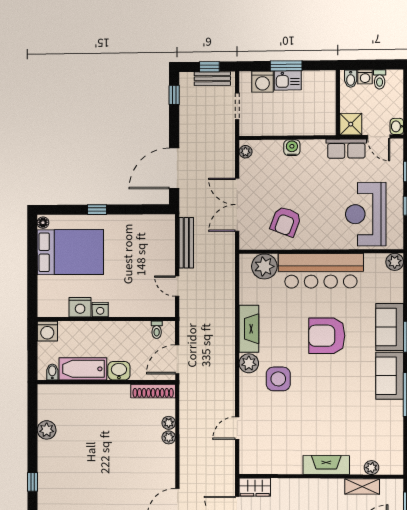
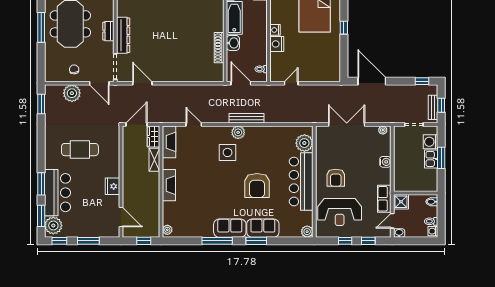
washing machine: (365, 77) -> (433, 231), moved
reception desk: (366, 214) -> (340, 212), turned 180
armchair: (286, 221) -> (336, 178), moved, turned -111
bench: (186, 243) -> (246, 118), moved
nightstand: (80, 307) -> (277, 44), moved
fireplace: (249, 329) -> (169, 142), moved, turned -90
armchair: (327, 336) -> (257, 186), turned 180
shoe rack: (153, 391) -> (219, 48), moved
plant: (169, 423) -> (197, 77), removed
plant: (169, 437) -> (187, 77), removed
plant: (371, 468) -> (167, 230), moved
shelving: (362, 486) -> (154, 160), moved

